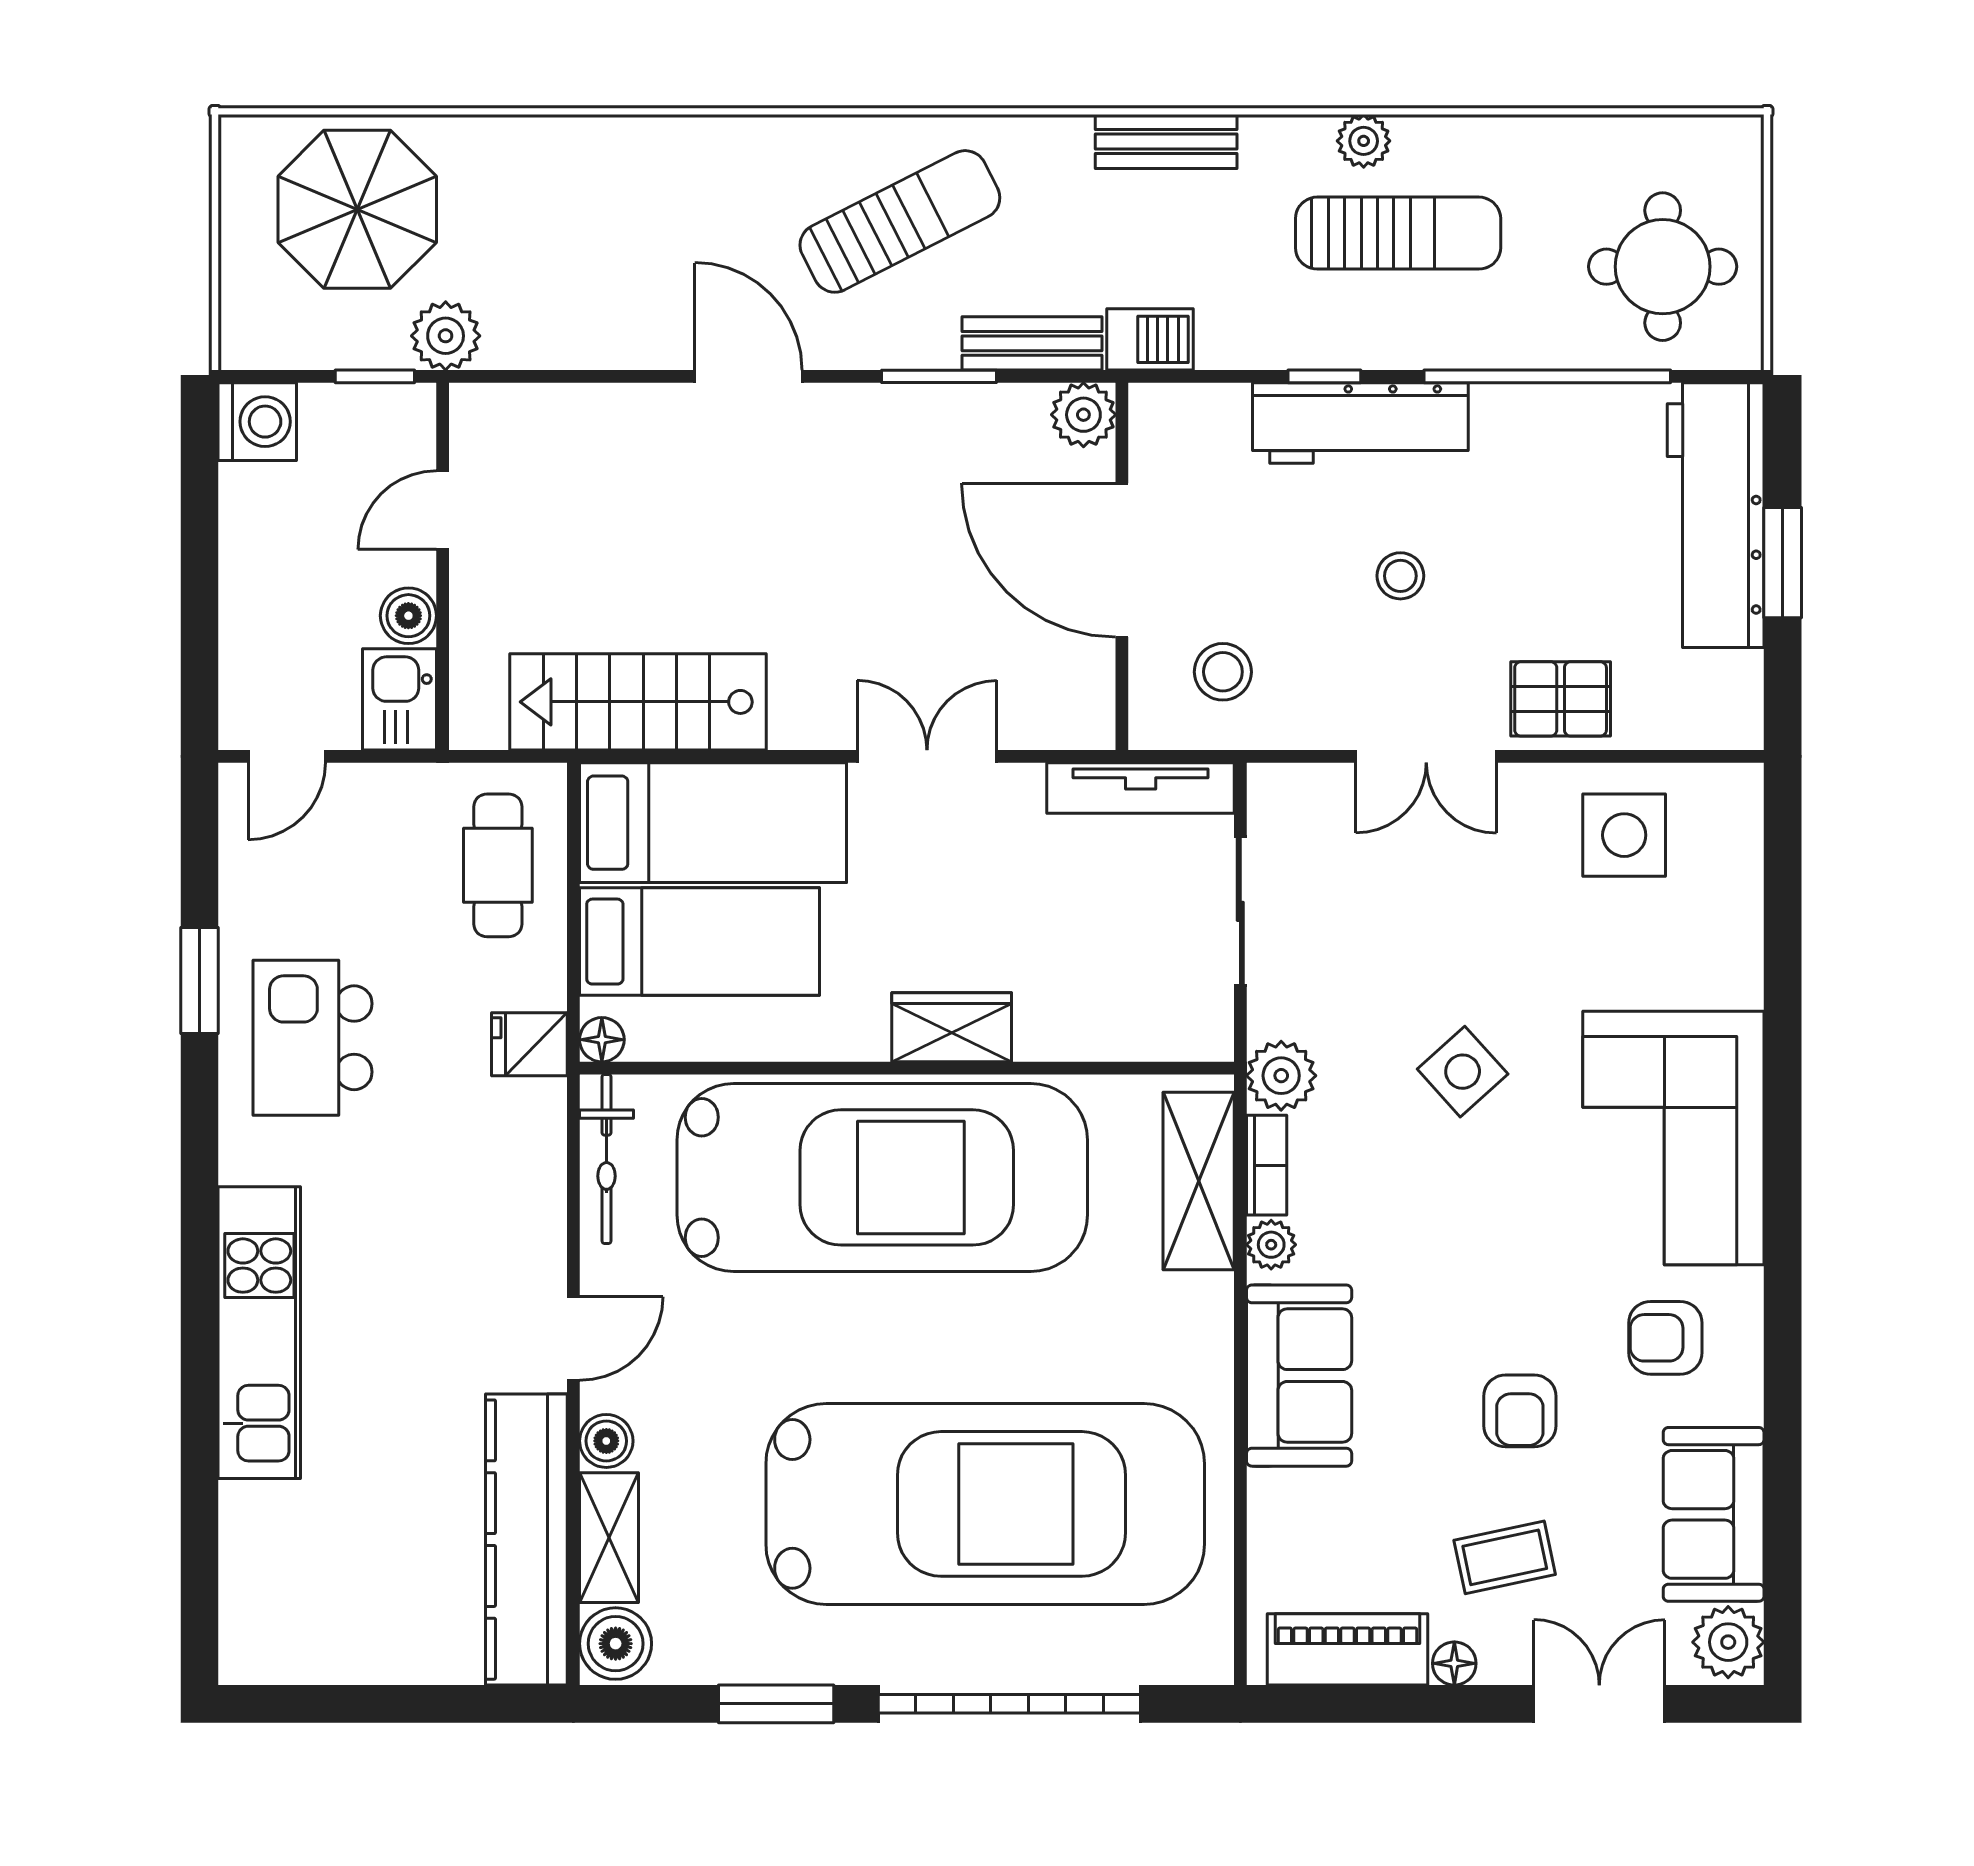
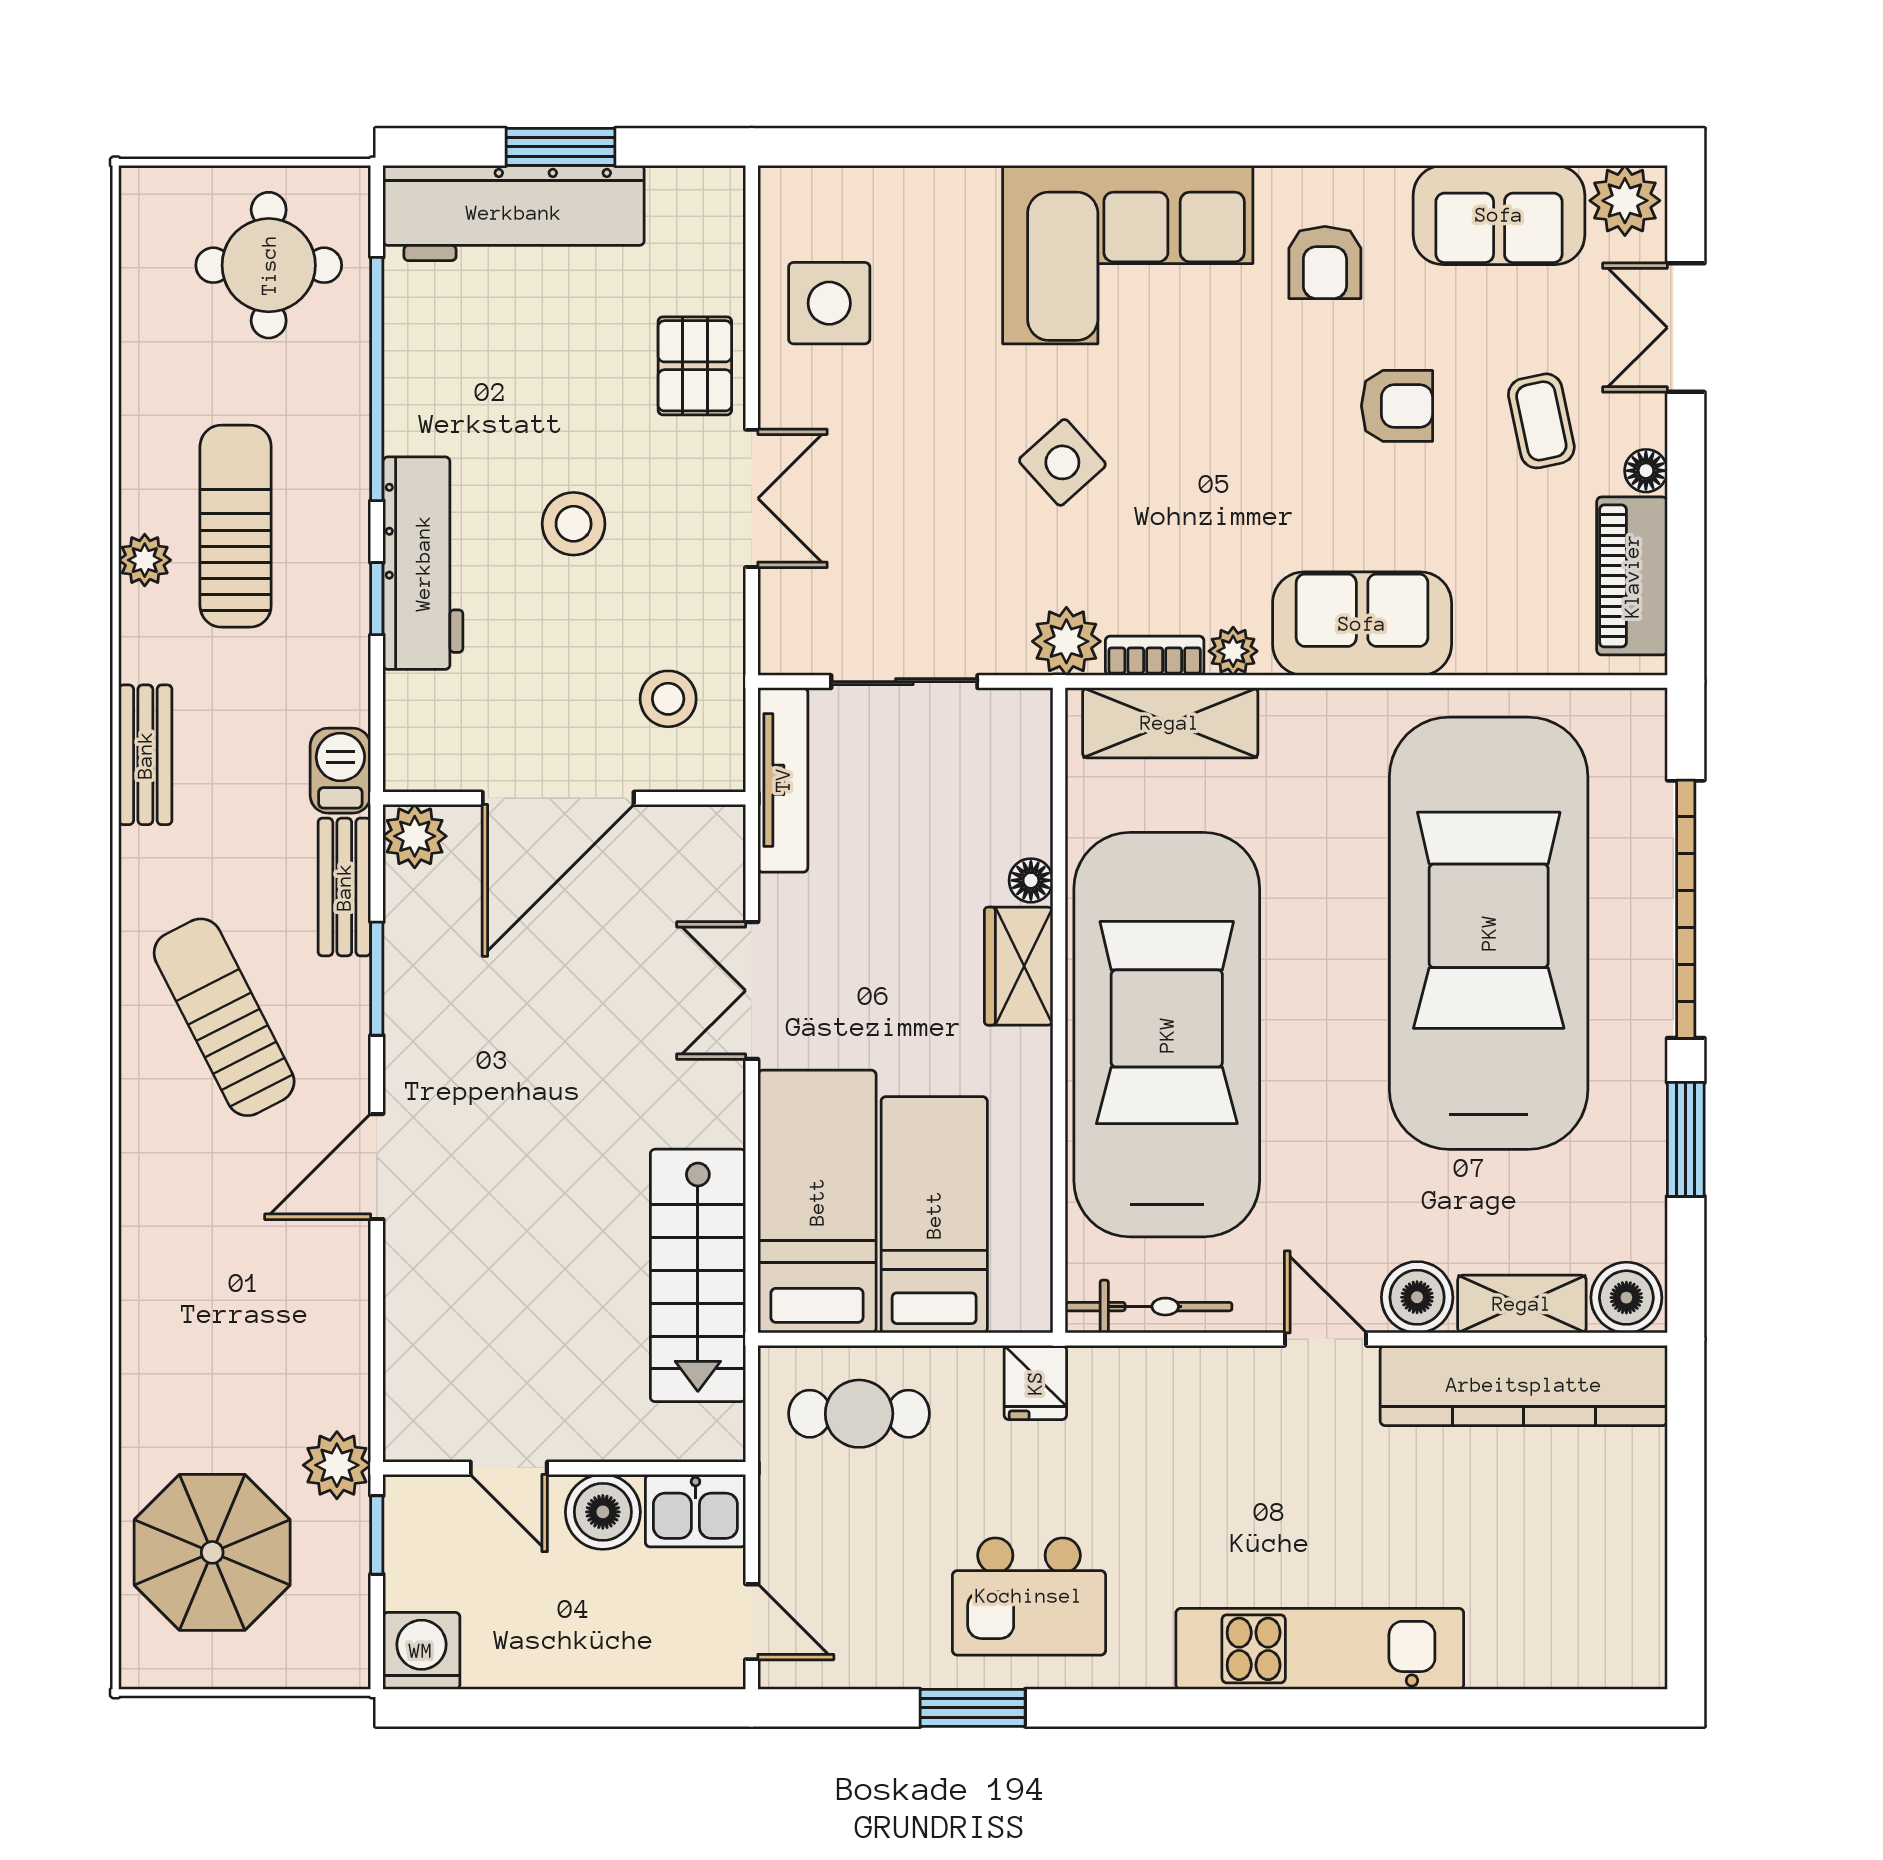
stool: (1400, 576) -> (574, 524), width x1.37, depth x1.37
boiler: (408, 616) -> (603, 1512), width x1.36, depth x1.36
floor lamp: (602, 1040) -> (1031, 880), moved
boiler: (606, 1441) -> (1417, 1297), width x1.36, depth x1.36

